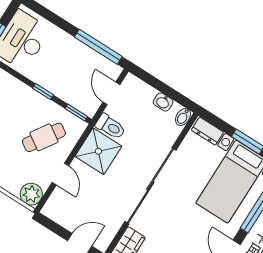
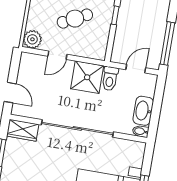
washbasin: (163, 102) -> (143, 111), width x1.91, depth x1.45
window: (76, 113) -> (110, 48), removed
dresser: (207, 131) -> (138, 155), removed
cafe table: (44, 137) -> (75, 19), moved, turned -60

